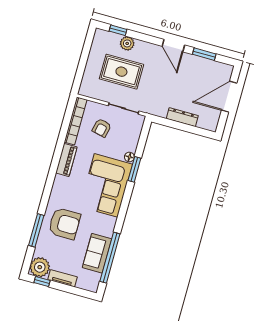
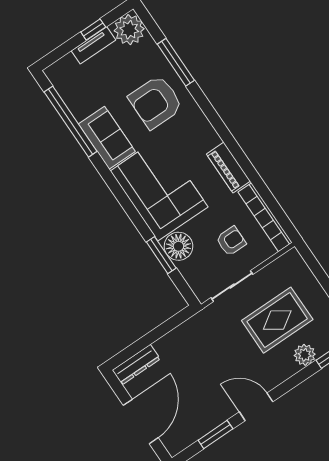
dresser: (182, 117) -> (136, 365), moved
armchair: (102, 128) -> (231, 241), turned 77
floor lamp: (129, 157) -> (178, 246), width x1.89, depth x1.89
window: (134, 169) -> (161, 255), moved
sofa: (97, 253) -> (107, 138), moved
window: (42, 281) -> (93, 30), moved

